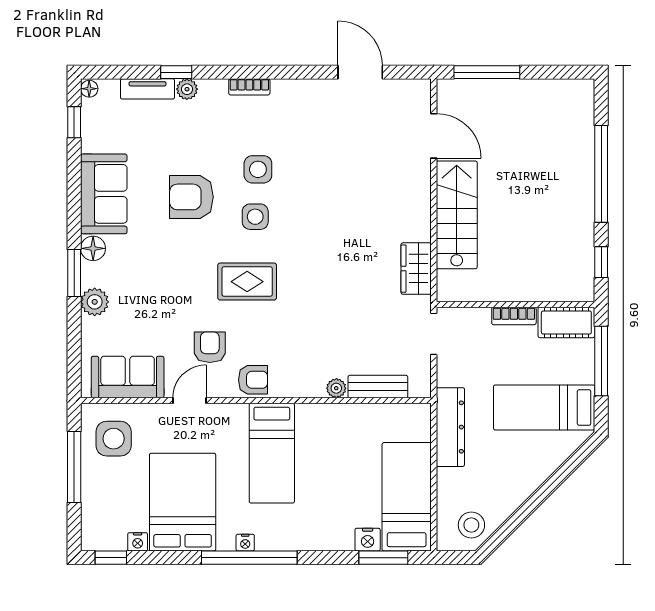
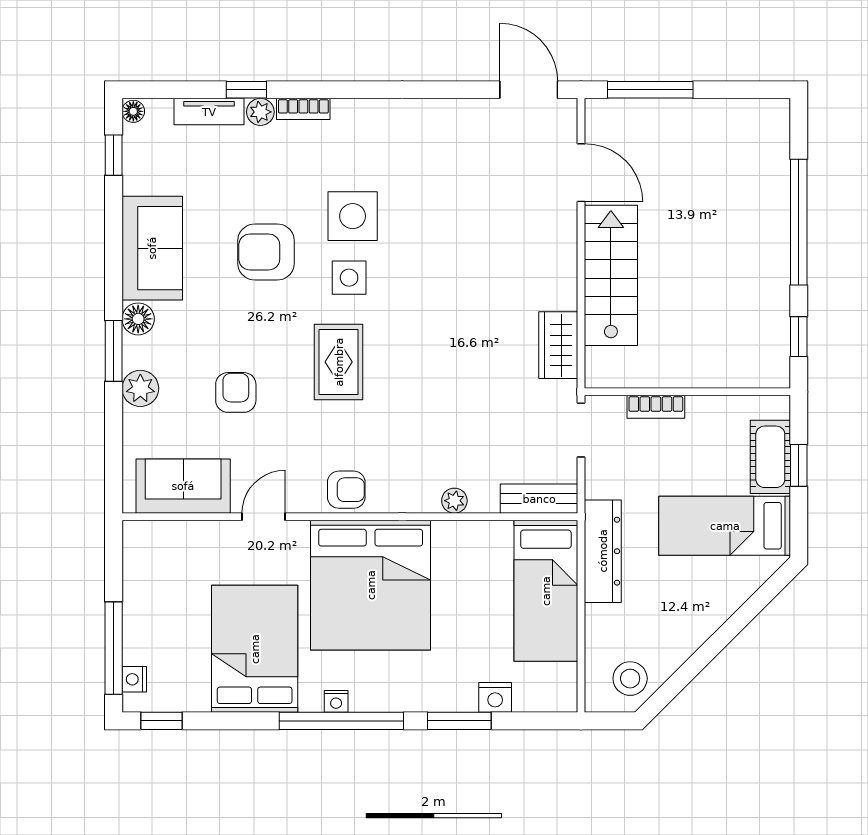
door: (360, 72) -> (529, 90), moved
bookcase: (249, 87) -> (303, 109), moved
side table: (258, 169) -> (353, 216), width x1.37, depth x1.37
rug: (247, 282) -> (339, 362), turned 90
bookcase: (514, 316) -> (656, 407), moved
cot: (566, 322) -> (770, 457), moved, turned 90
armchair: (210, 347) -> (236, 392), moved
window: (601, 361) -> (799, 465), width x0.46
bench: (378, 387) -> (539, 499), moved
side table: (114, 439) -> (165, 566), removed
bed: (272, 453) -> (371, 585), width x2.04
window: (74, 467) -> (114, 648), moved
bed: (407, 497) -> (546, 591), moved, turned 180
nightstand: (138, 542) -> (134, 679), moved, turned 90
window: (383, 558) -> (459, 721), moved

